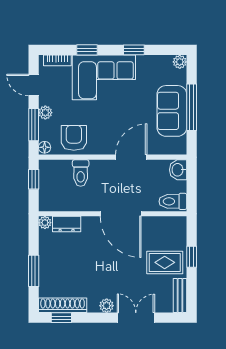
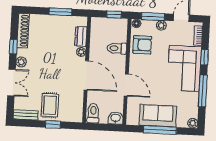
window: (134, 50) -> (203, 91), width x2.17
door: (121, 214) -> (86, 75), swing flipped
plant: (45, 223) -> (81, 52), moved
window: (34, 271) -> (60, 12), moved
window: (61, 318) -> (13, 47), moved

